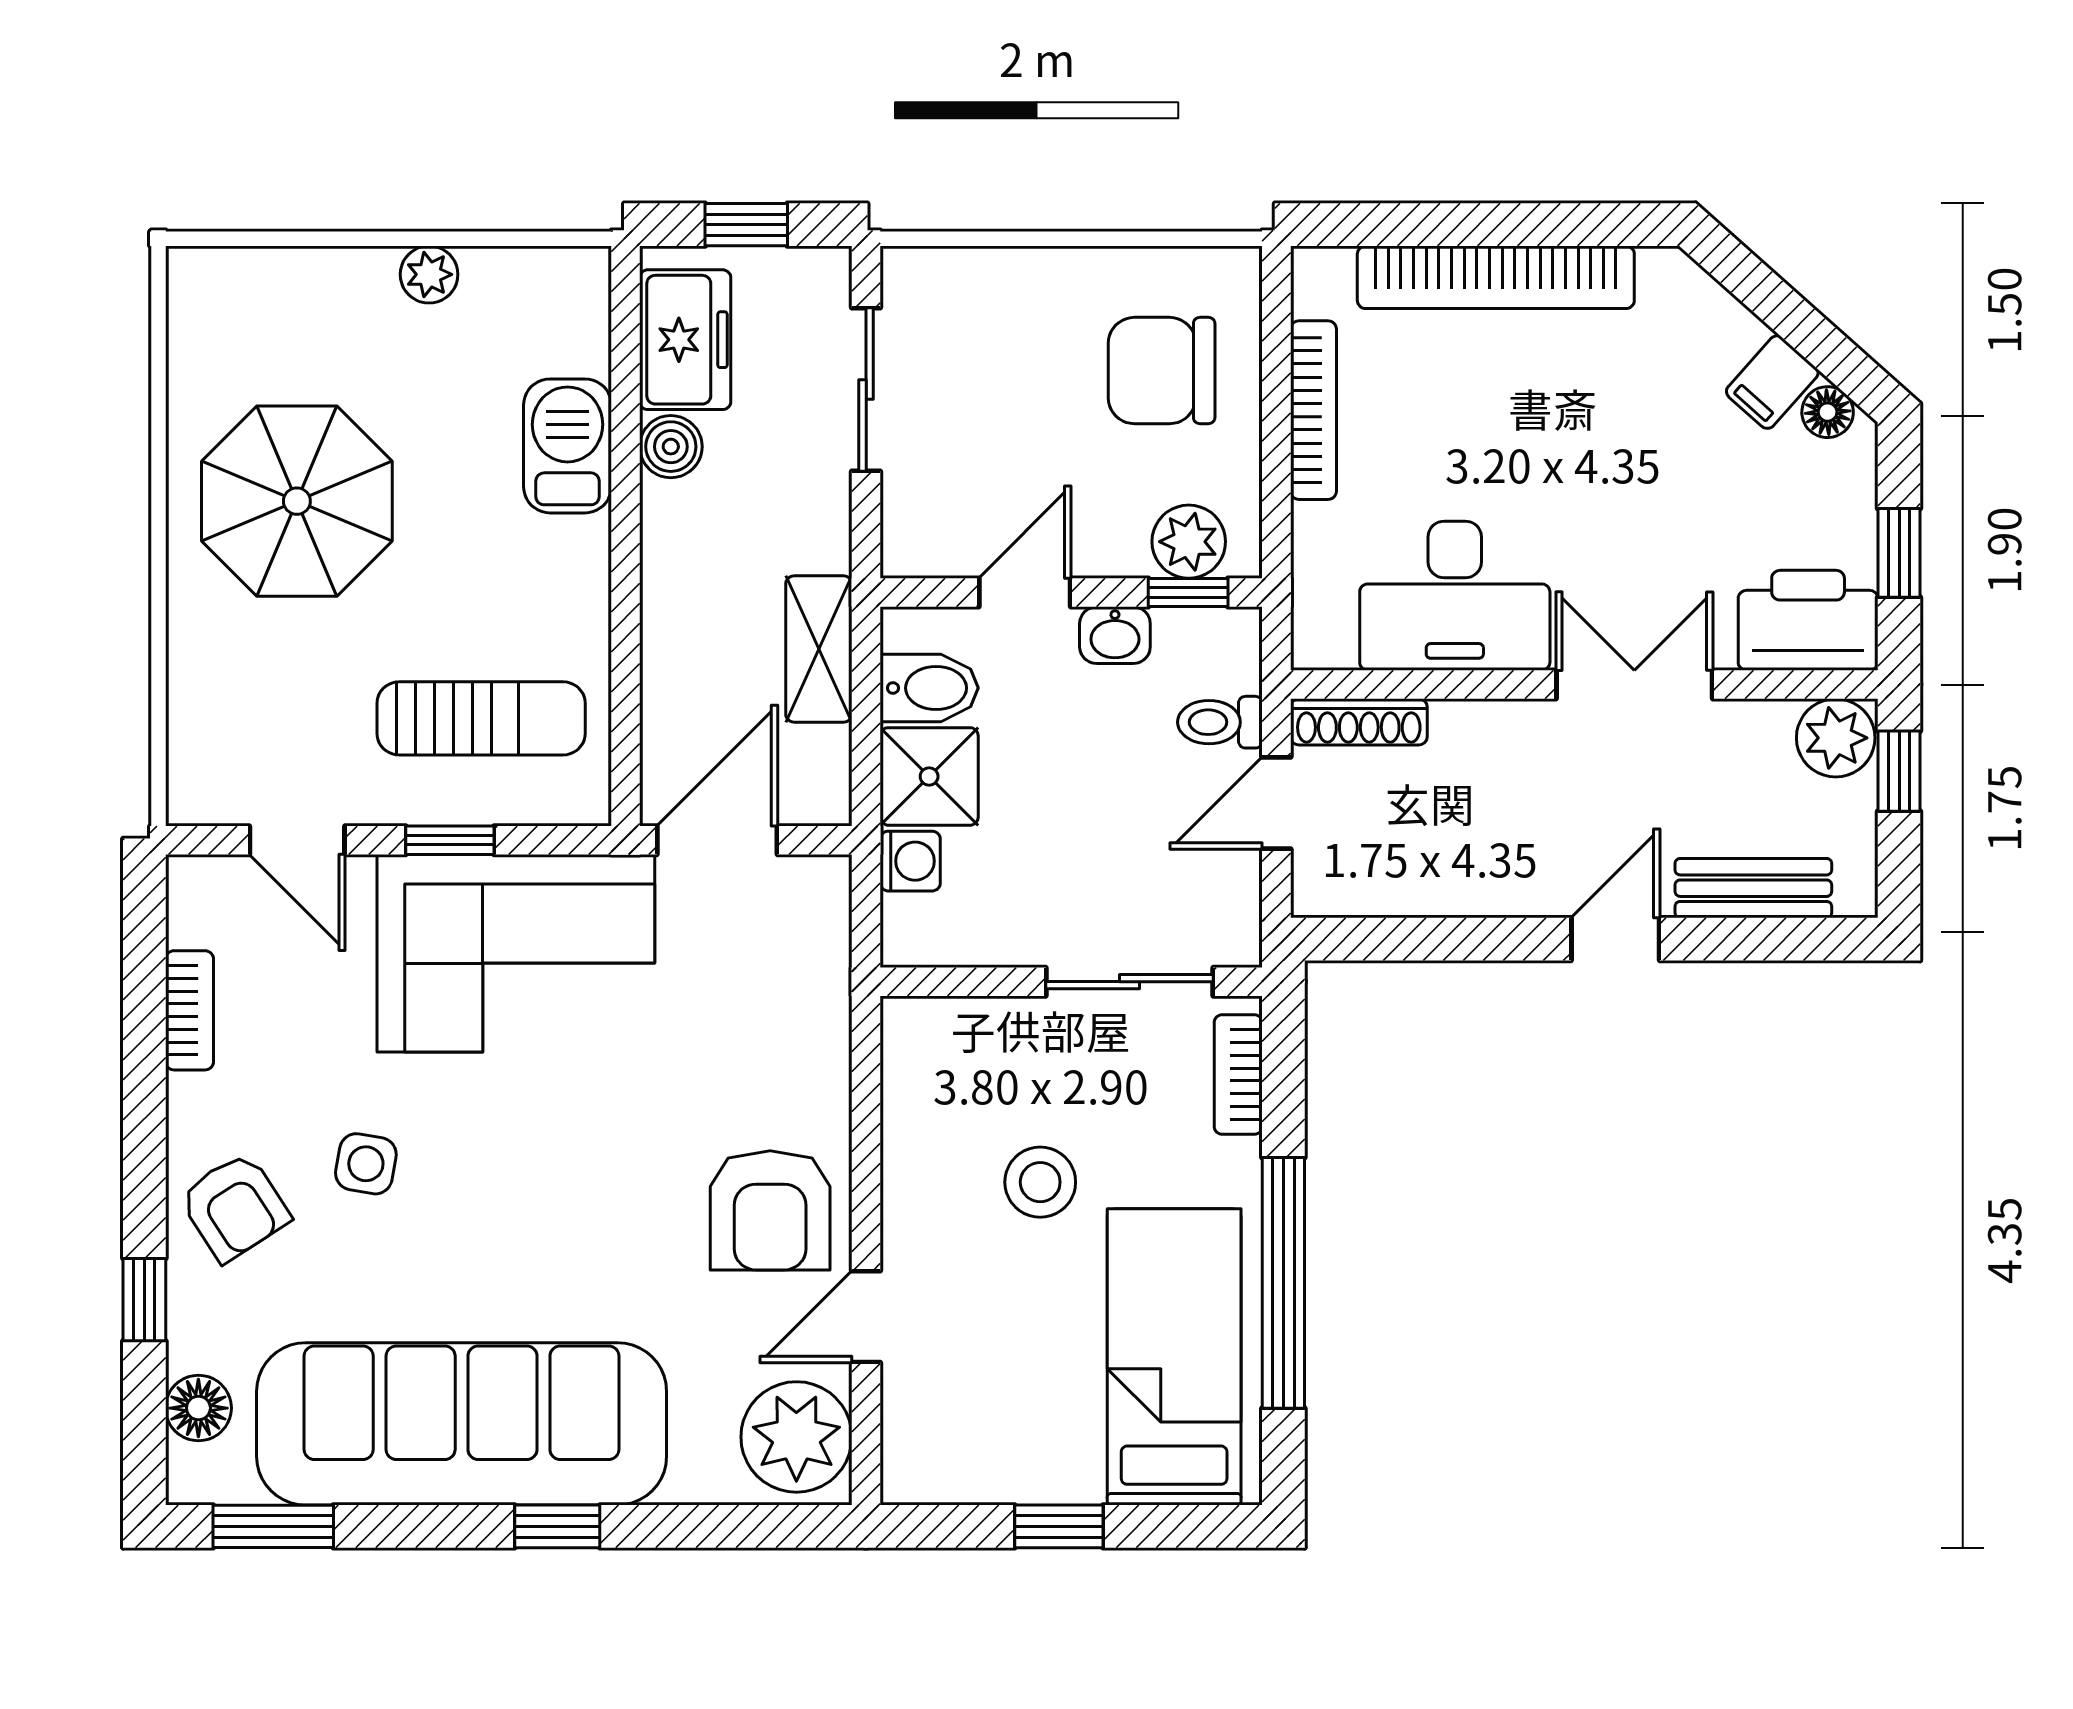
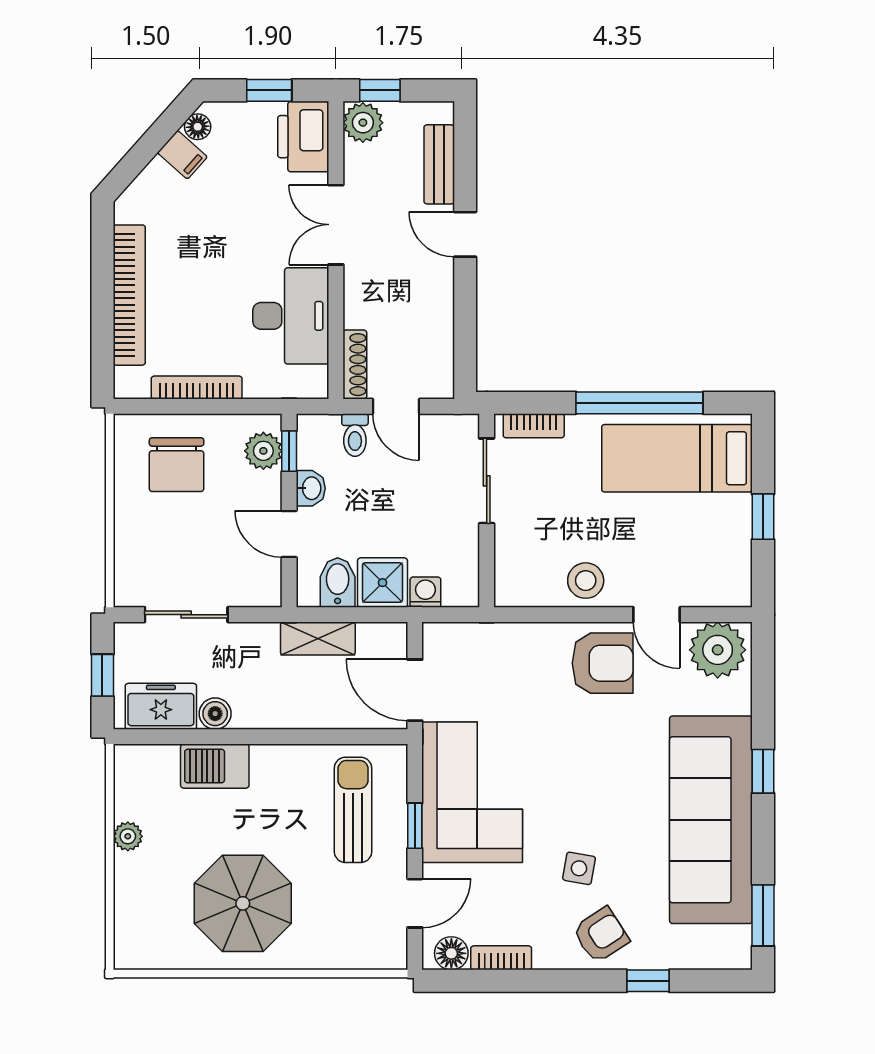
stool: (1040, 1182) -> (586, 581), moved
floor lamp: (198, 1408) -> (451, 953), moved

